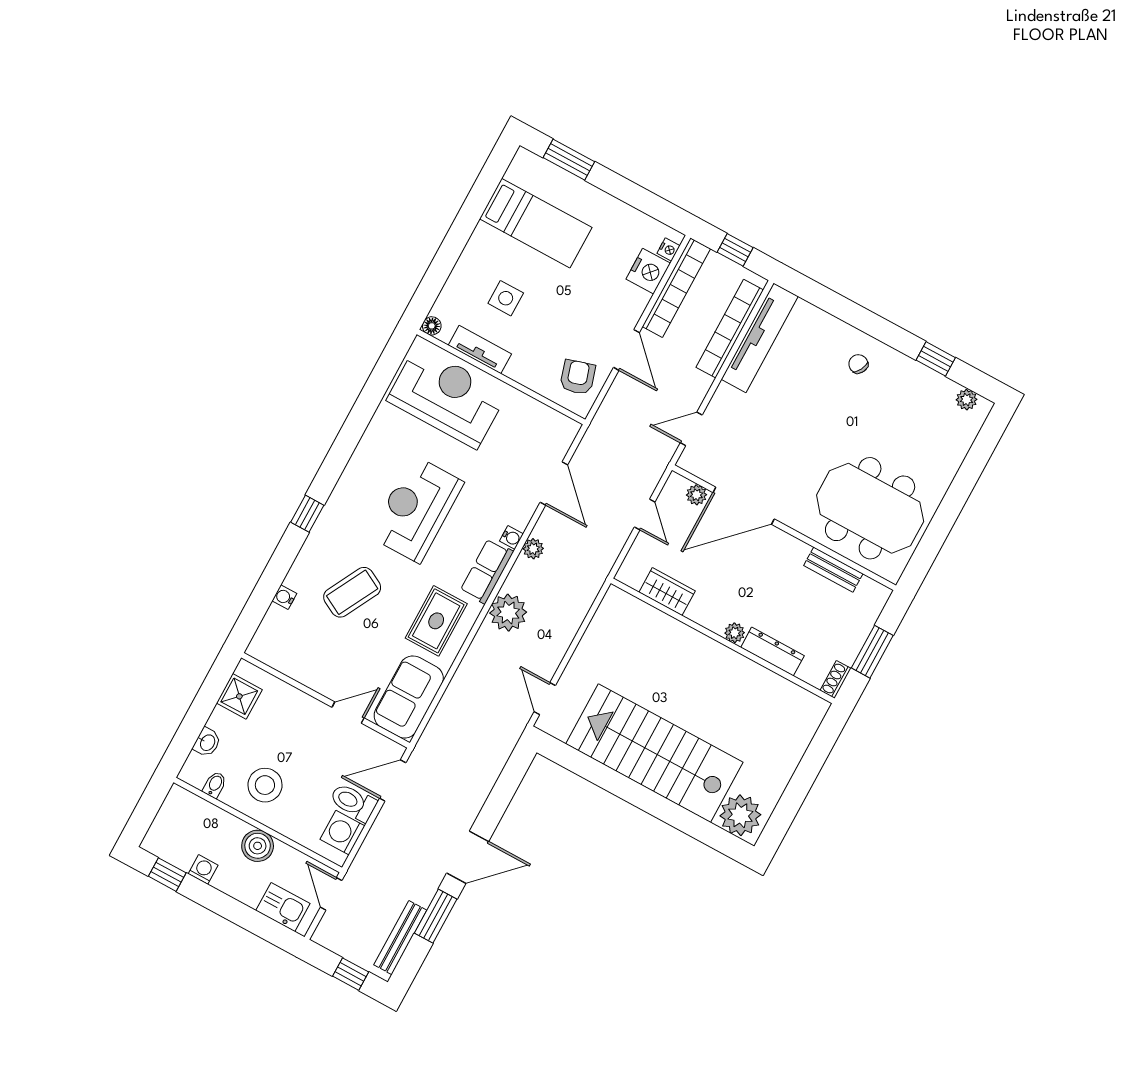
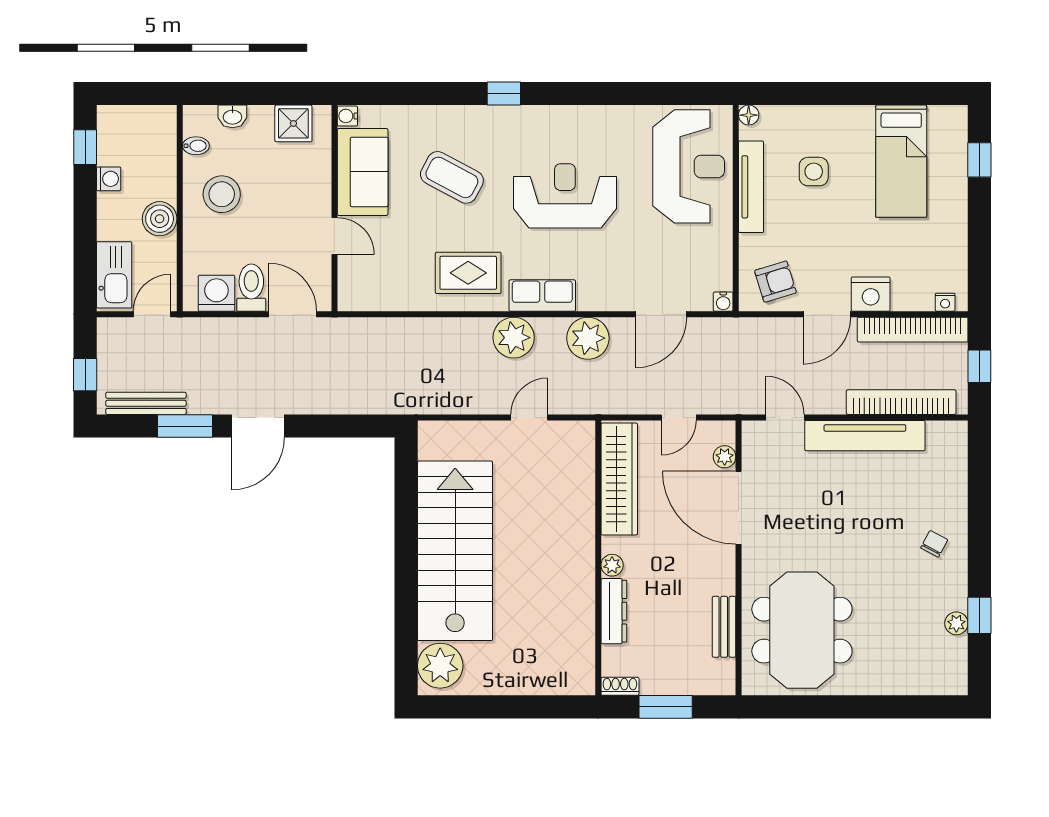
window: (569, 160) -> (979, 160), width x0.67
nightstand: (648, 271) -> (871, 294), moved
tv unit: (760, 338) -> (865, 436), moved
tv unit: (480, 350) -> (751, 187), width x1.41
plant: (967, 400) -> (956, 623), moved
water cooler: (511, 537) -> (723, 302), moved
plant: (533, 549) -> (588, 338), width x1.88, depth x1.88
wardrobe: (667, 592) -> (619, 479), width x2.10, depth x1.17
water cooler: (284, 597) -> (347, 116), moved, turned -90
sofa: (409, 697) -> (363, 172), moved, turned 90
door: (545, 699) -> (529, 417), moved
door: (468, 857) -> (258, 426), hinge flipped
kitchen sink: (283, 907) -> (114, 275), width x1.38

